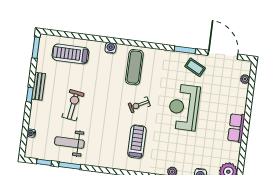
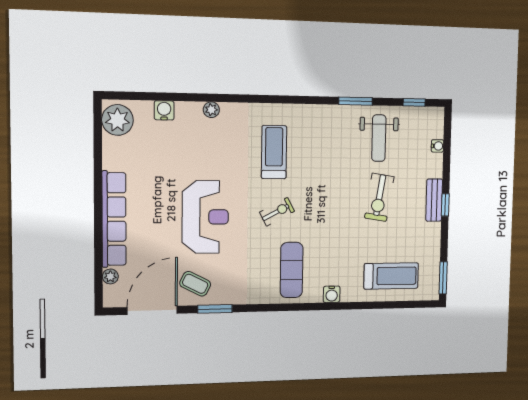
door: (223, 55) -> (152, 310), swing flipped
bench: (39, 86) -> (434, 200), moved
row of seats: (236, 128) -> (114, 219), width x2.02
weight bench: (69, 142) -> (379, 138), turned 90
treadmill: (137, 142) -> (274, 152), turned 180
window: (70, 166) -> (356, 101), moved

